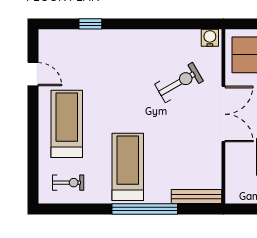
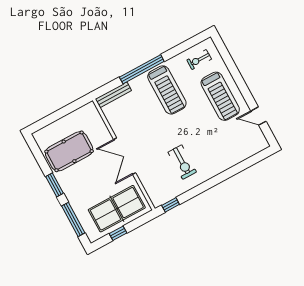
window: (90, 24) -> (171, 205), moved
water cooler: (210, 38) -> (159, 200), removed
exercise bike: (179, 83) -> (182, 162), moved, turned -60

